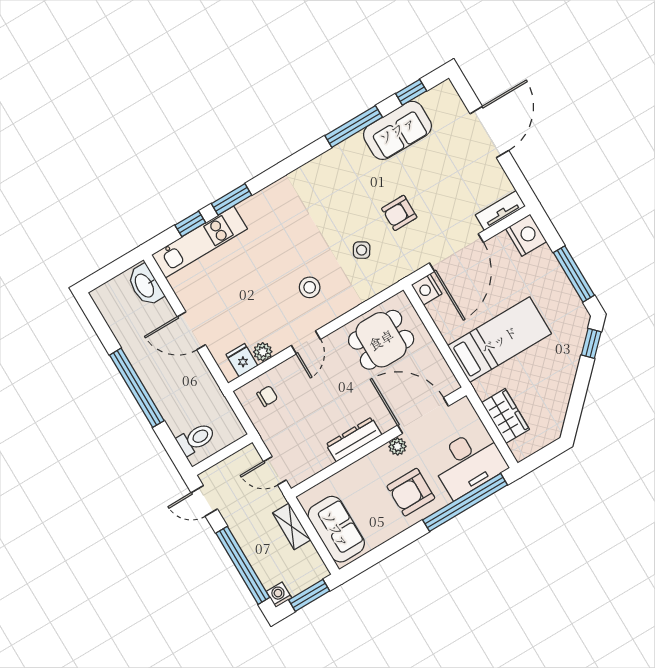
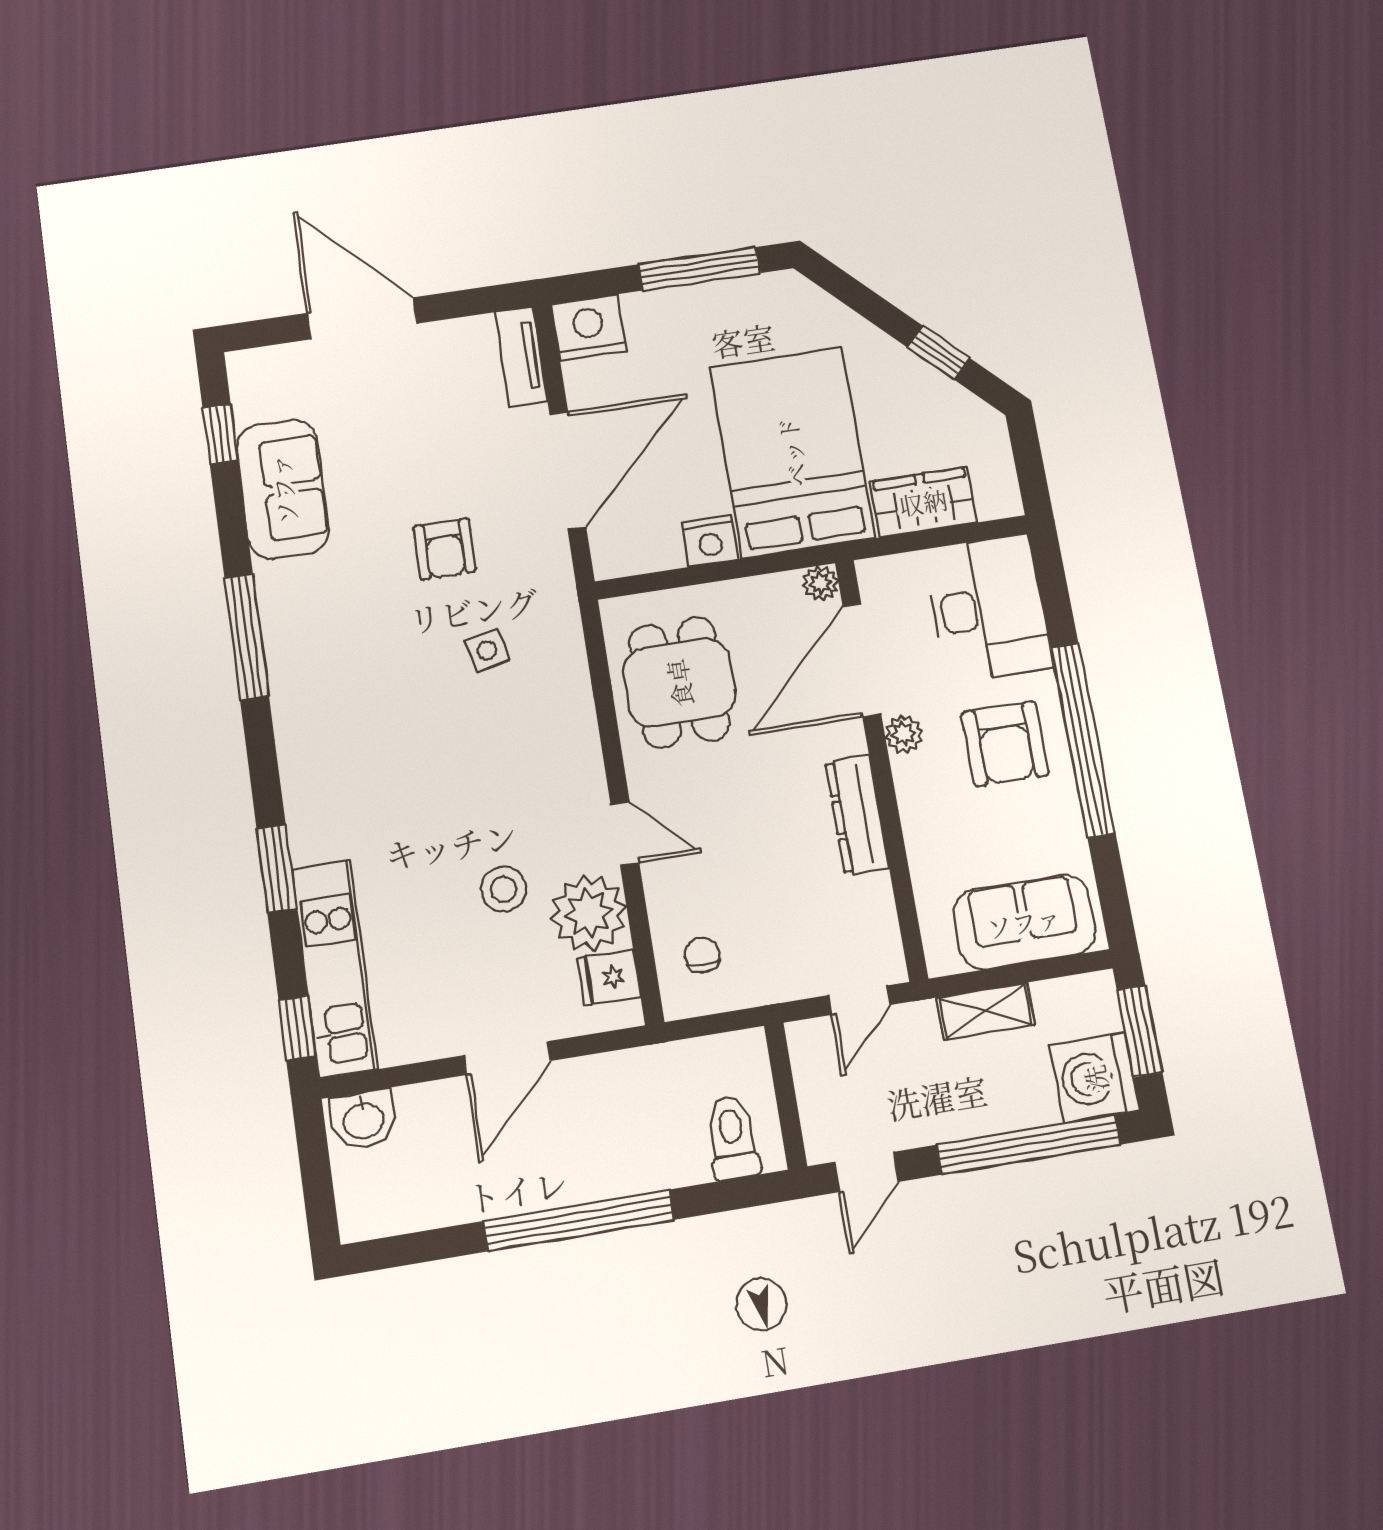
window: (354, 126) -> (247, 637), moved
window: (190, 224) -> (297, 1028), moved
side table: (362, 250) -> (487, 651), turned 45
door: (456, 253) -> (568, 471), hinge flipped
washbasin: (145, 285) -> (363, 1119), width x0.72
stool: (310, 287) -> (504, 889), moved
nightstand: (427, 289) -> (710, 541), moved
bed: (499, 340) -> (792, 452), width x1.50
window: (591, 343) -> (939, 353), moved
plant: (263, 352) -> (589, 913), width x1.88, depth x1.88
plant: (450, 384) -> (821, 583), added
window: (465, 502) -> (1083, 740), moved
washing machine: (279, 595) -> (1095, 1078), width x1.89, depth x1.89

